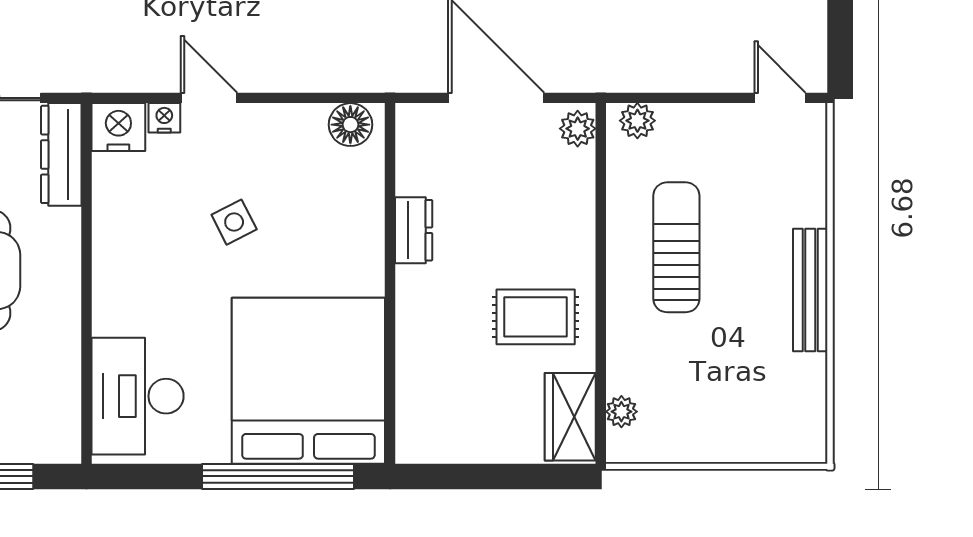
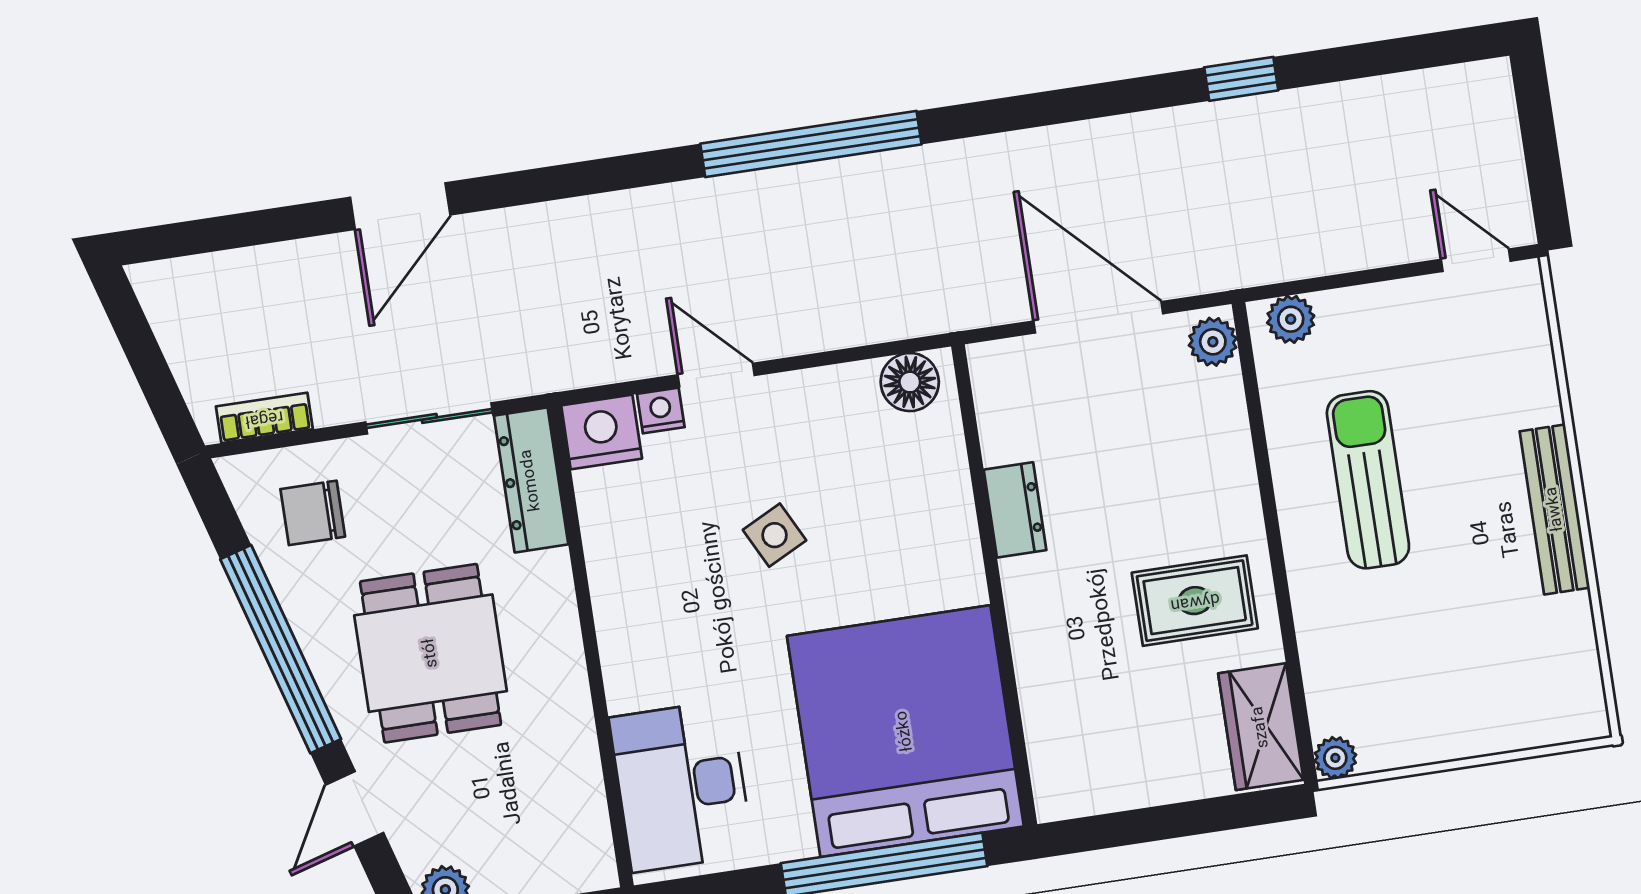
plant: (621, 412) -> (1335, 758), moved

